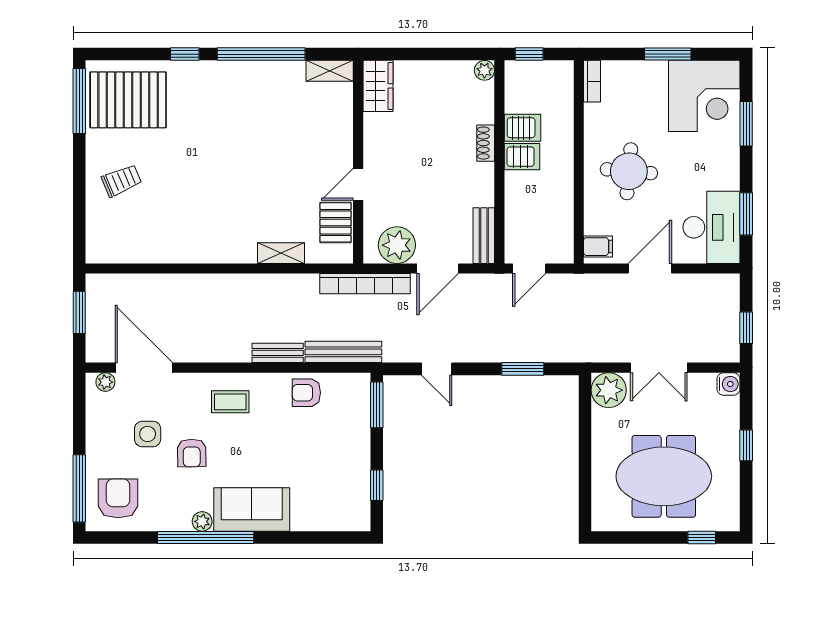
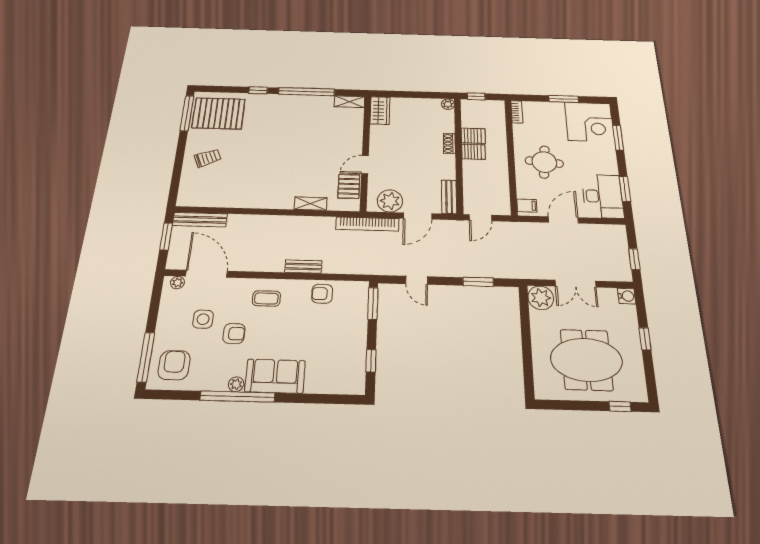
bench: (343, 352) -> (200, 220), moved
armchair: (192, 453) -> (234, 334), turned -89

